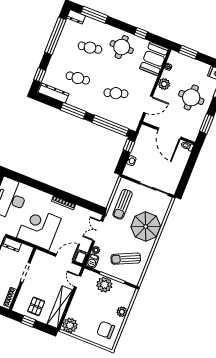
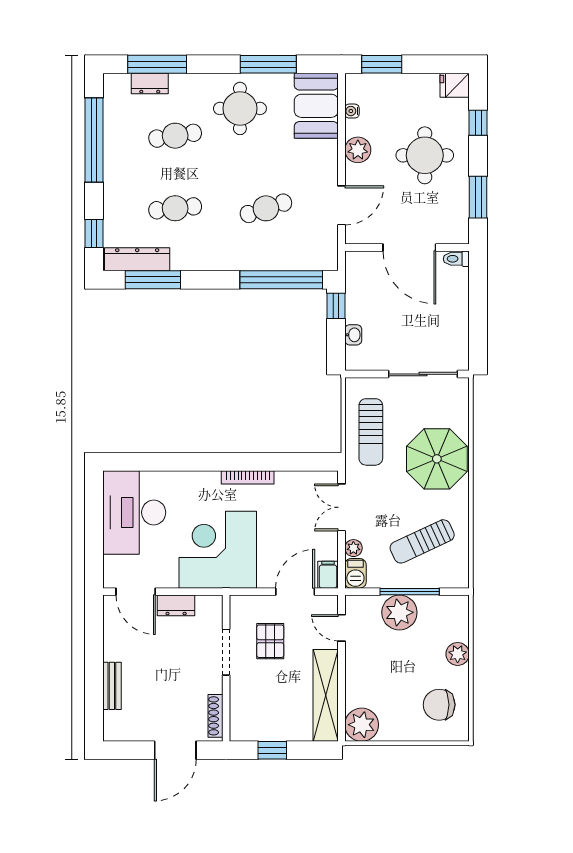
dresser: (76, 17) -> (150, 84), moved
window: (141, 33) -> (268, 64), width x2.17
window: (73, 111) -> (153, 280), moved
pallet: (36, 306) -> (270, 641), moved

